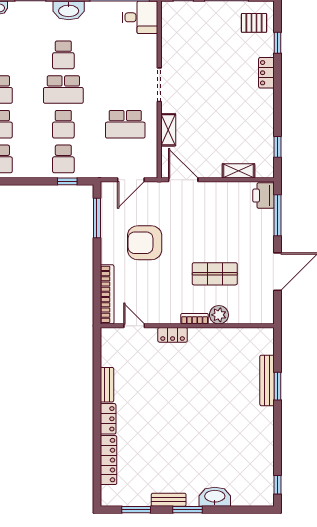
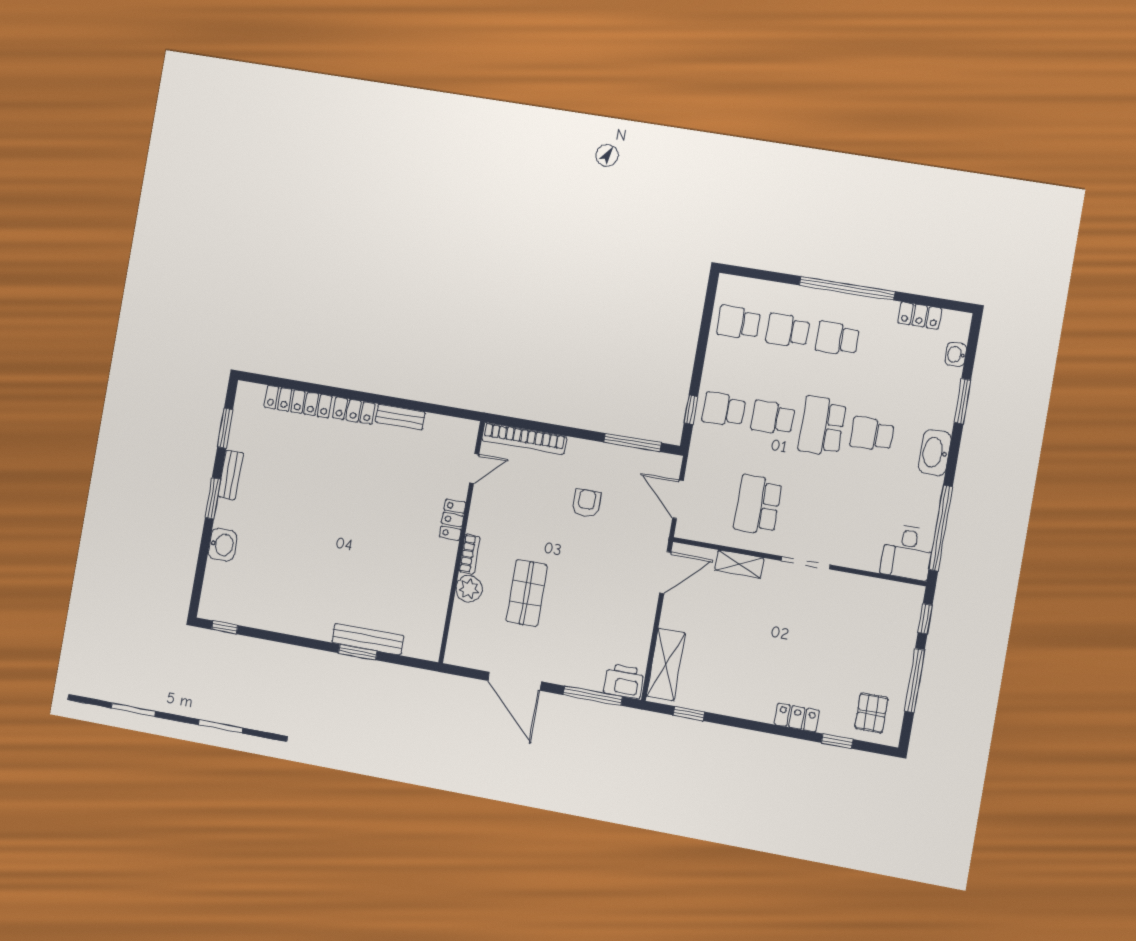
shelving: (238, 171) -> (666, 664), width x1.50, depth x1.33
armchair: (145, 243) -> (587, 503), width x0.53, depth x0.53
washbasin: (215, 497) -> (222, 545), width x0.72

